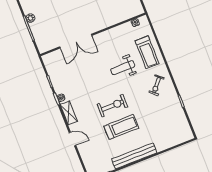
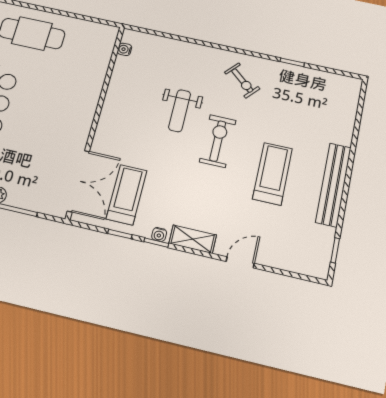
double door: (76, 41) -> (78, 181), moved
treadmill: (147, 52) -> (127, 195), moved, turned -90
exercise bike: (112, 106) -> (218, 141), moved

